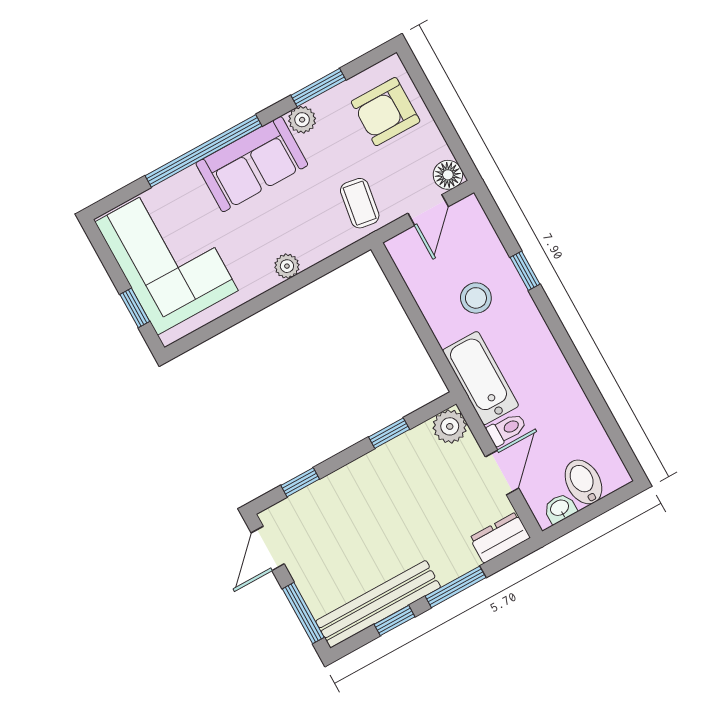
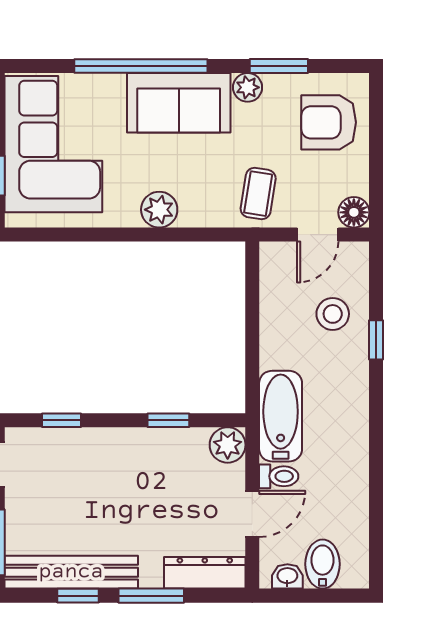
plant: (287, 266) -> (159, 210), width x1.38, depth x1.38
stool: (476, 298) -> (333, 314), moved
dresser: (500, 538) -> (205, 573), width x1.44

